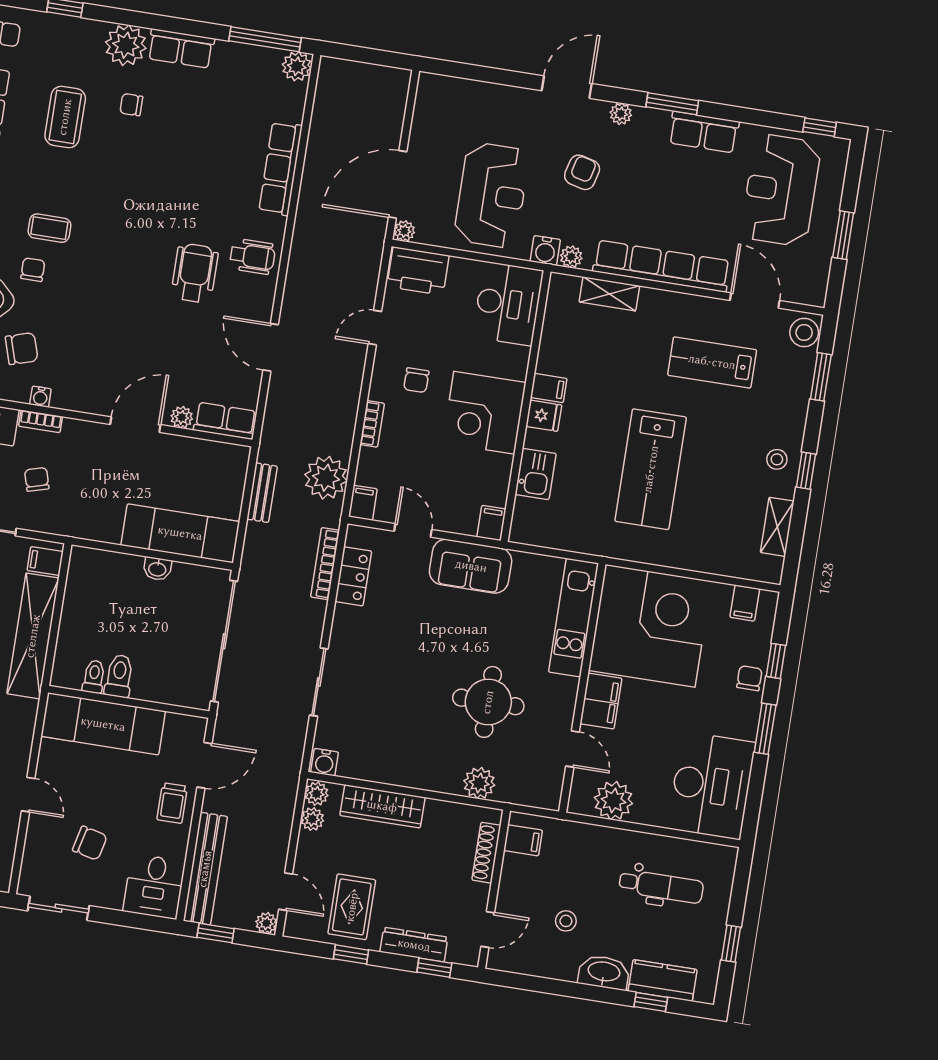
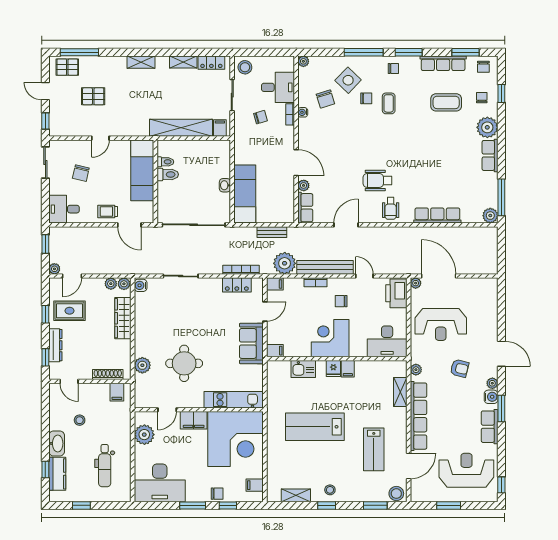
chair: (131, 105) -> (482, 98), moved
water cooler: (545, 250) -> (491, 397), moved, turned 180
wheelchair: (195, 273) -> (378, 180), turned 180
lab bench: (712, 362) -> (374, 449), turned 180
bench: (205, 869) -> (325, 267), moved

